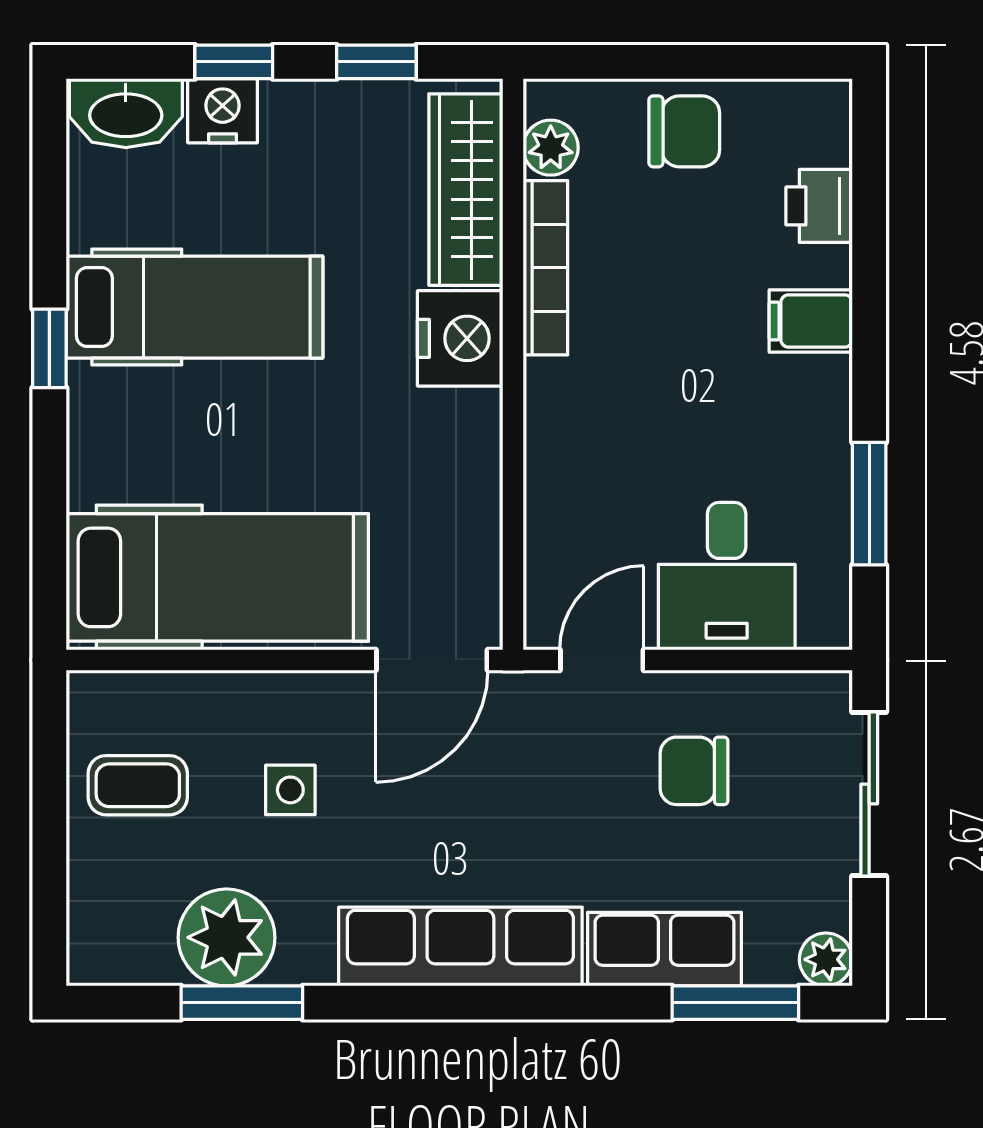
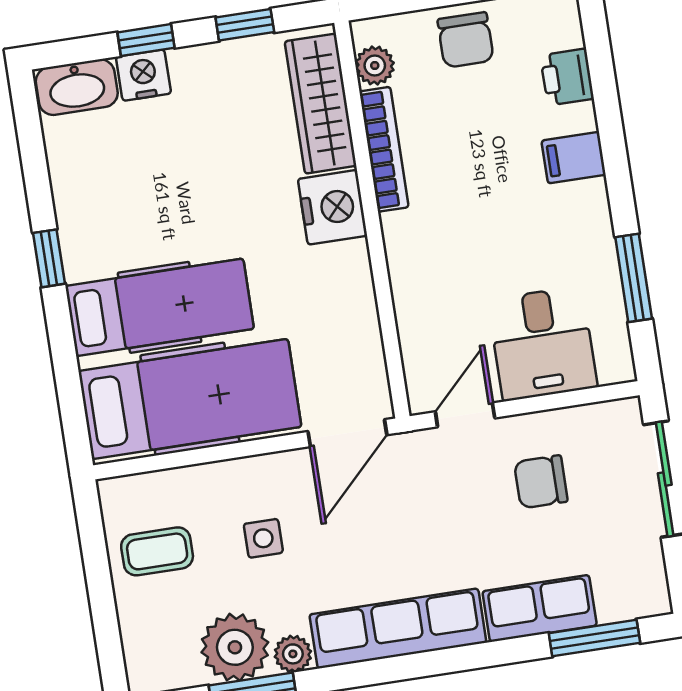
chair: (684, 131) -> (466, 40), turned 90
hospital bed: (194, 307) -> (160, 307), moved
plant: (826, 959) -> (293, 654), moved

